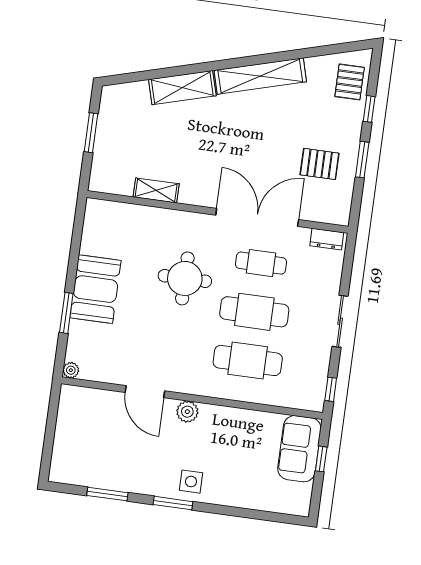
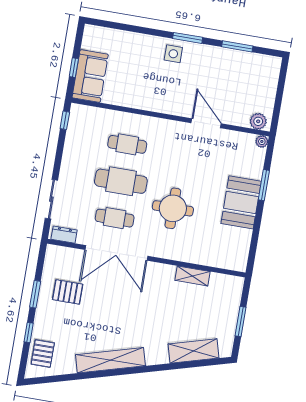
shelving: (182, 88) -> (194, 351), moved
sliding door: (340, 321) -> (51, 199), moved
cafe table: (248, 360) -> (127, 144), width x0.73, depth x0.74
plant: (187, 412) -> (258, 121), moved

